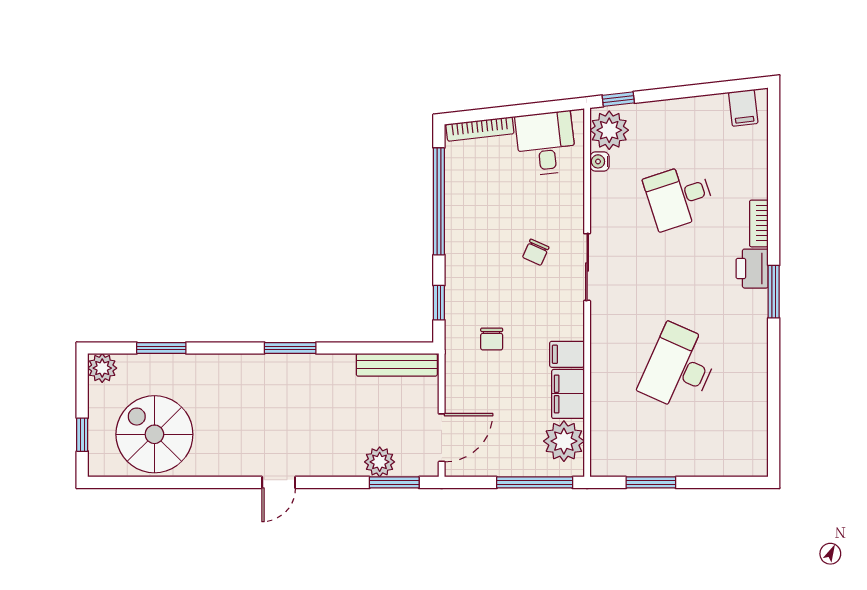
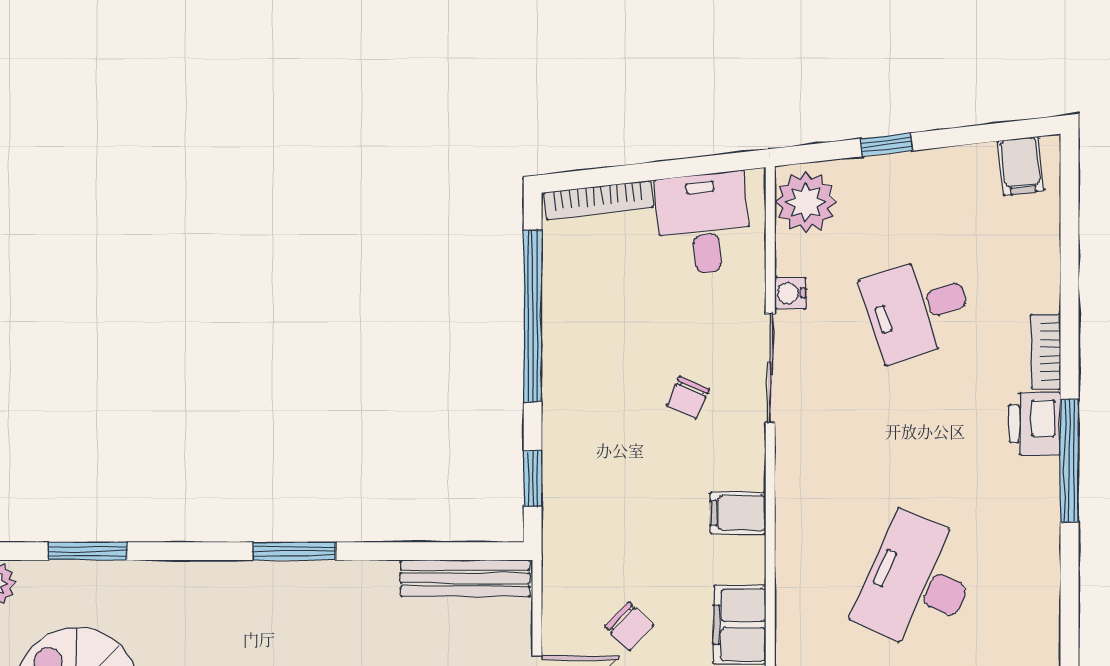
window: (618, 99) -> (886, 145), moved
water cooler: (600, 161) -> (790, 293), moved
sliding door: (587, 267) -> (770, 368), moved
window: (774, 292) -> (1070, 461), width x1.44
chair: (492, 339) -> (629, 626), moved, turned -46
filing cabinet: (567, 354) -> (738, 513), moved

